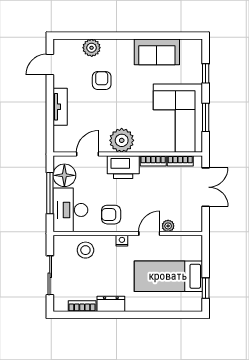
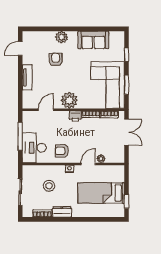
plant: (92, 48) -> (62, 37), moved
printer: (123, 167) -> (75, 116), width x0.53, depth x0.68
floor lamp: (64, 175) -> (30, 124), removed
stool: (85, 250) -> (49, 186), moved

